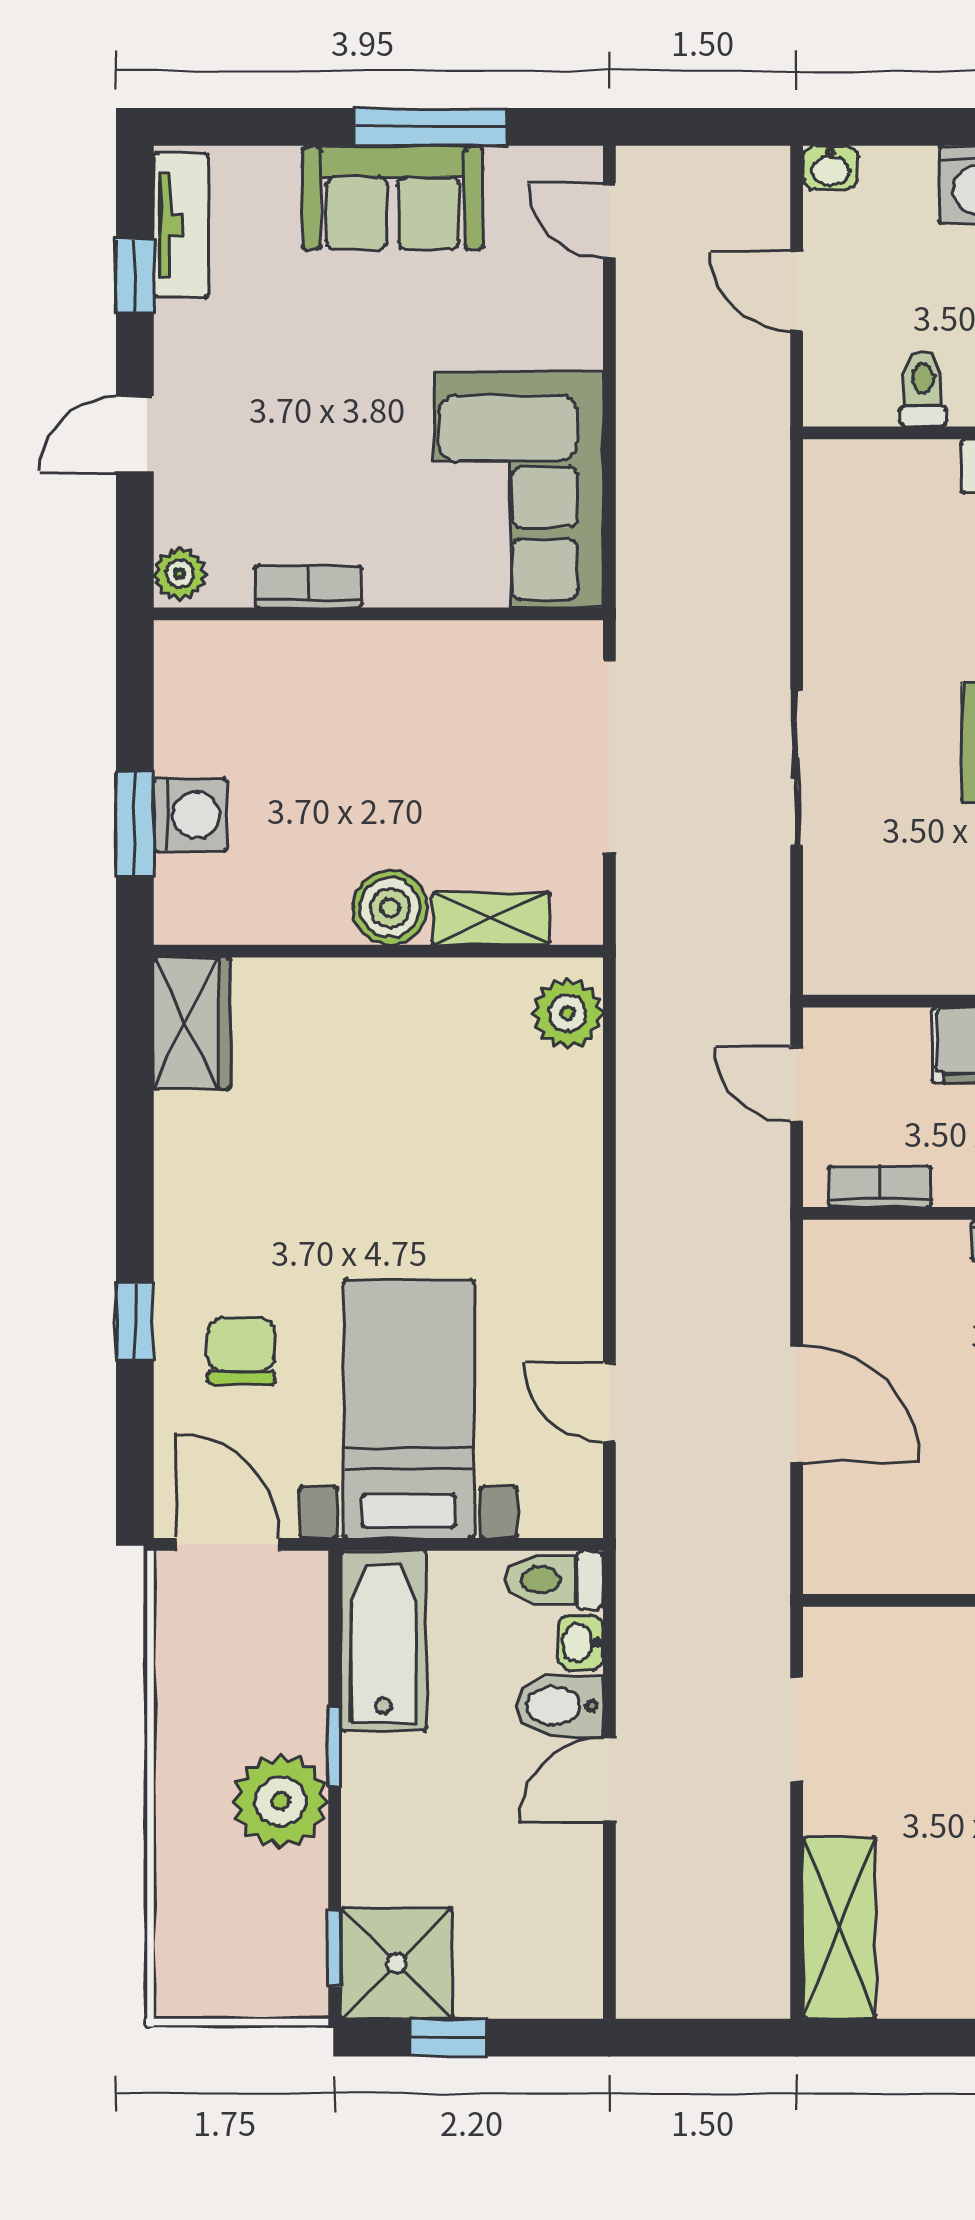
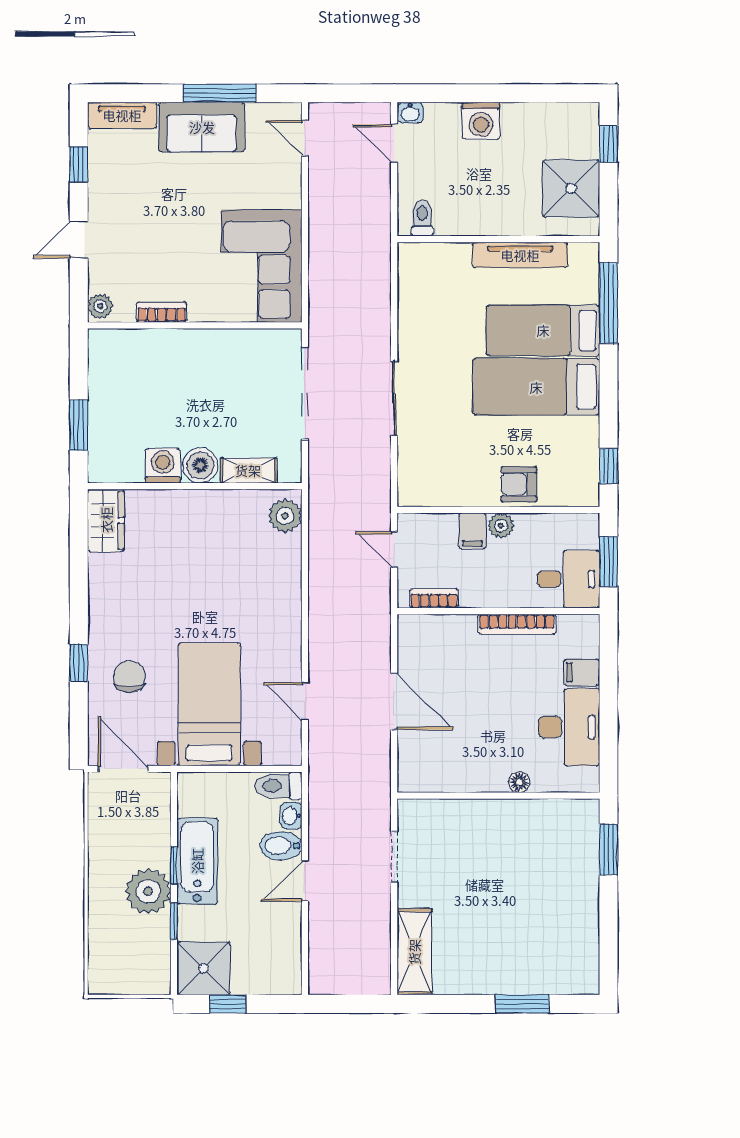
tv unit: (181, 225) -> (122, 115), moved, turned 90
door: (797, 291) -> (394, 143), moved
toilet: (923, 389) -> (422, 218), moved
washing machine: (190, 815) -> (163, 466), moved, turned -90
bathtub: (383, 1641) -> (197, 861), moved
window: (335, 1948) -> (174, 921), moved

